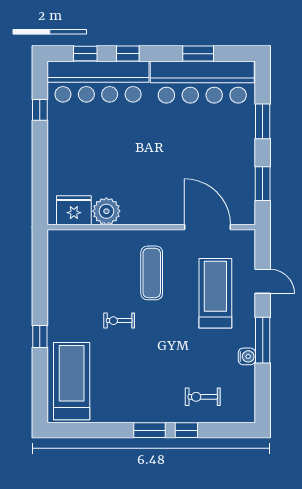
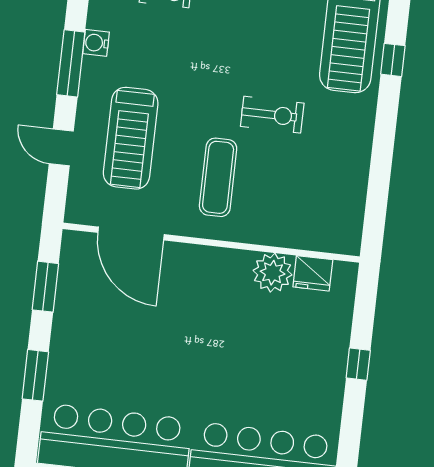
window: (40, 110) -> (358, 364), moved
fridge: (74, 210) -> (313, 273), width x0.73, depth x0.75
exercise bike: (119, 321) -> (272, 115), width x1.38, depth x1.39
window: (40, 336) -> (393, 60), moved

